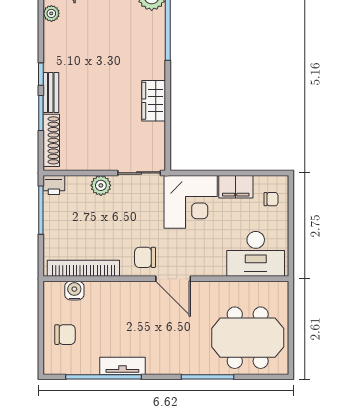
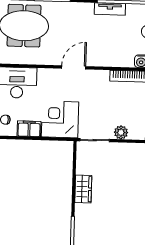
chair: (145, 257) -> (92, 82), removed
door: (173, 279) -> (74, 67), hinge flipped

